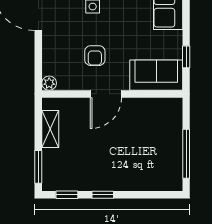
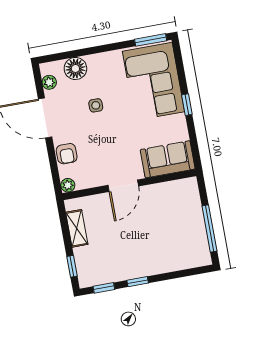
armchair: (95, 56) -> (67, 154), moved
window: (186, 57) -> (187, 105), moved
window: (38, 167) -> (72, 266), width x0.67

